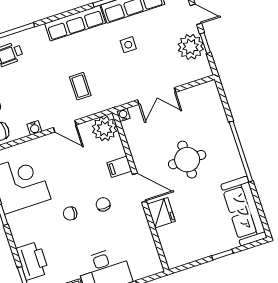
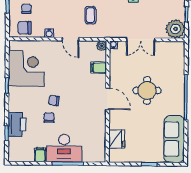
plant: (191, 47) -> (175, 29), moved
plant: (105, 129) -> (102, 46), width x0.53, depth x0.53
filing cabinet: (119, 167) -> (99, 68), moved
chair: (103, 204) -> (49, 118), moved
fridge: (161, 213) -> (117, 139), moved

